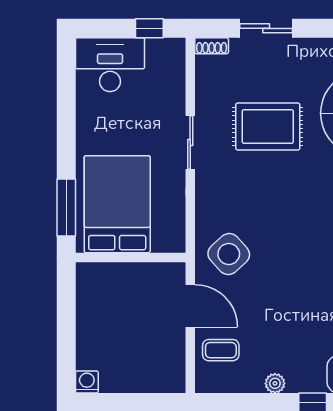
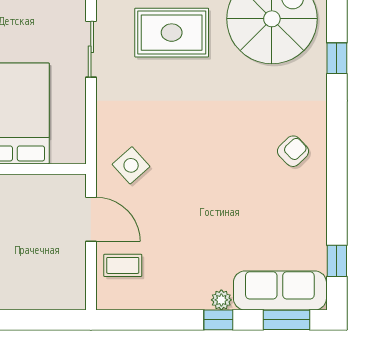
side table: (229, 254) -> (131, 165), width x0.73, depth x0.73
plant: (275, 383) -> (221, 300), moved

